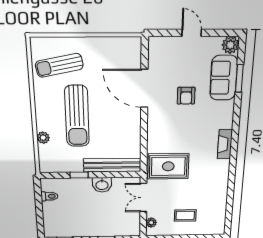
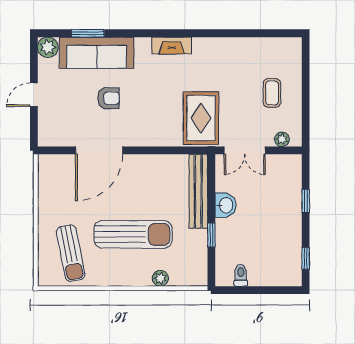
sofa: (224, 78) -> (97, 53), width x1.36

